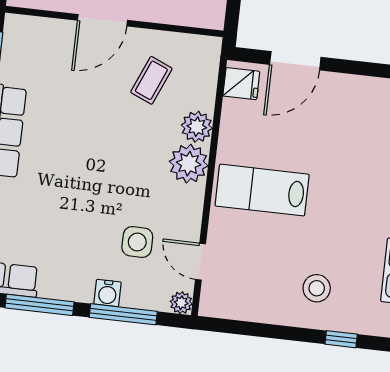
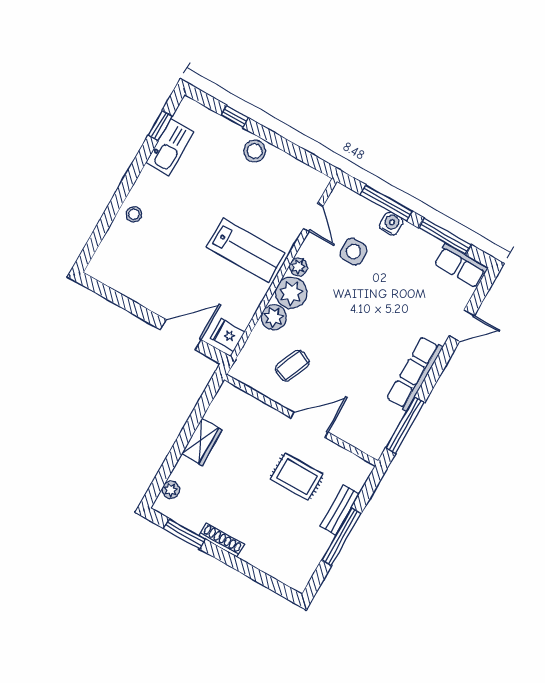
stool: (317, 288) -> (255, 151), moved
plant: (181, 303) -> (298, 267), moved

